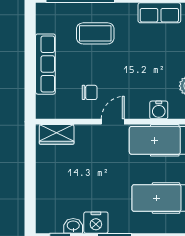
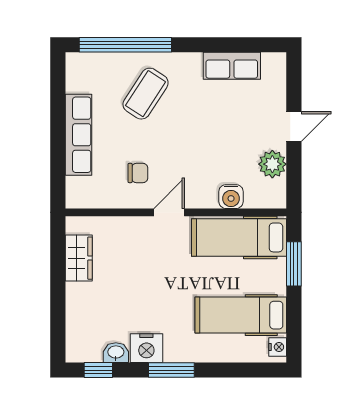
coffee table: (95, 33) -> (146, 94), turned -57
wardrobe: (57, 134) -> (79, 258), moved, turned -90

